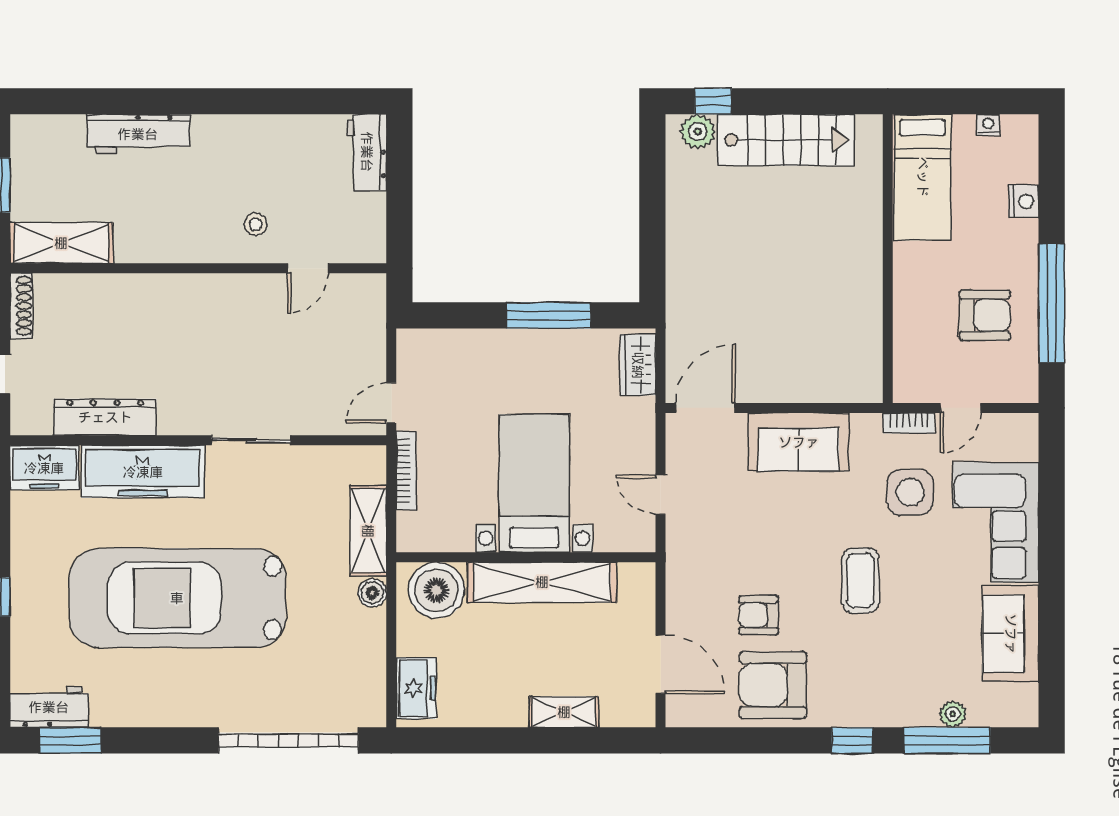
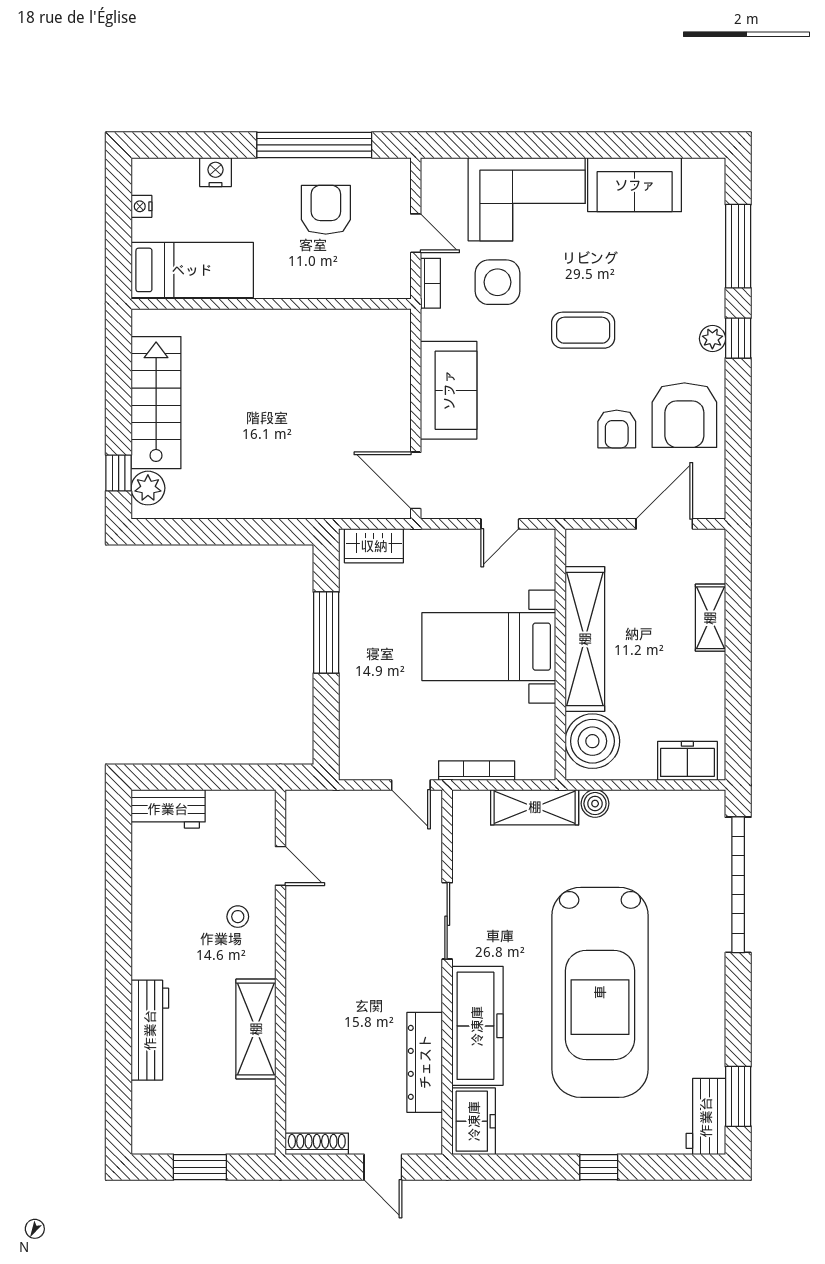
shelving: (61, 243) -> (256, 1029), moved
plant: (953, 714) -> (712, 339), moved

